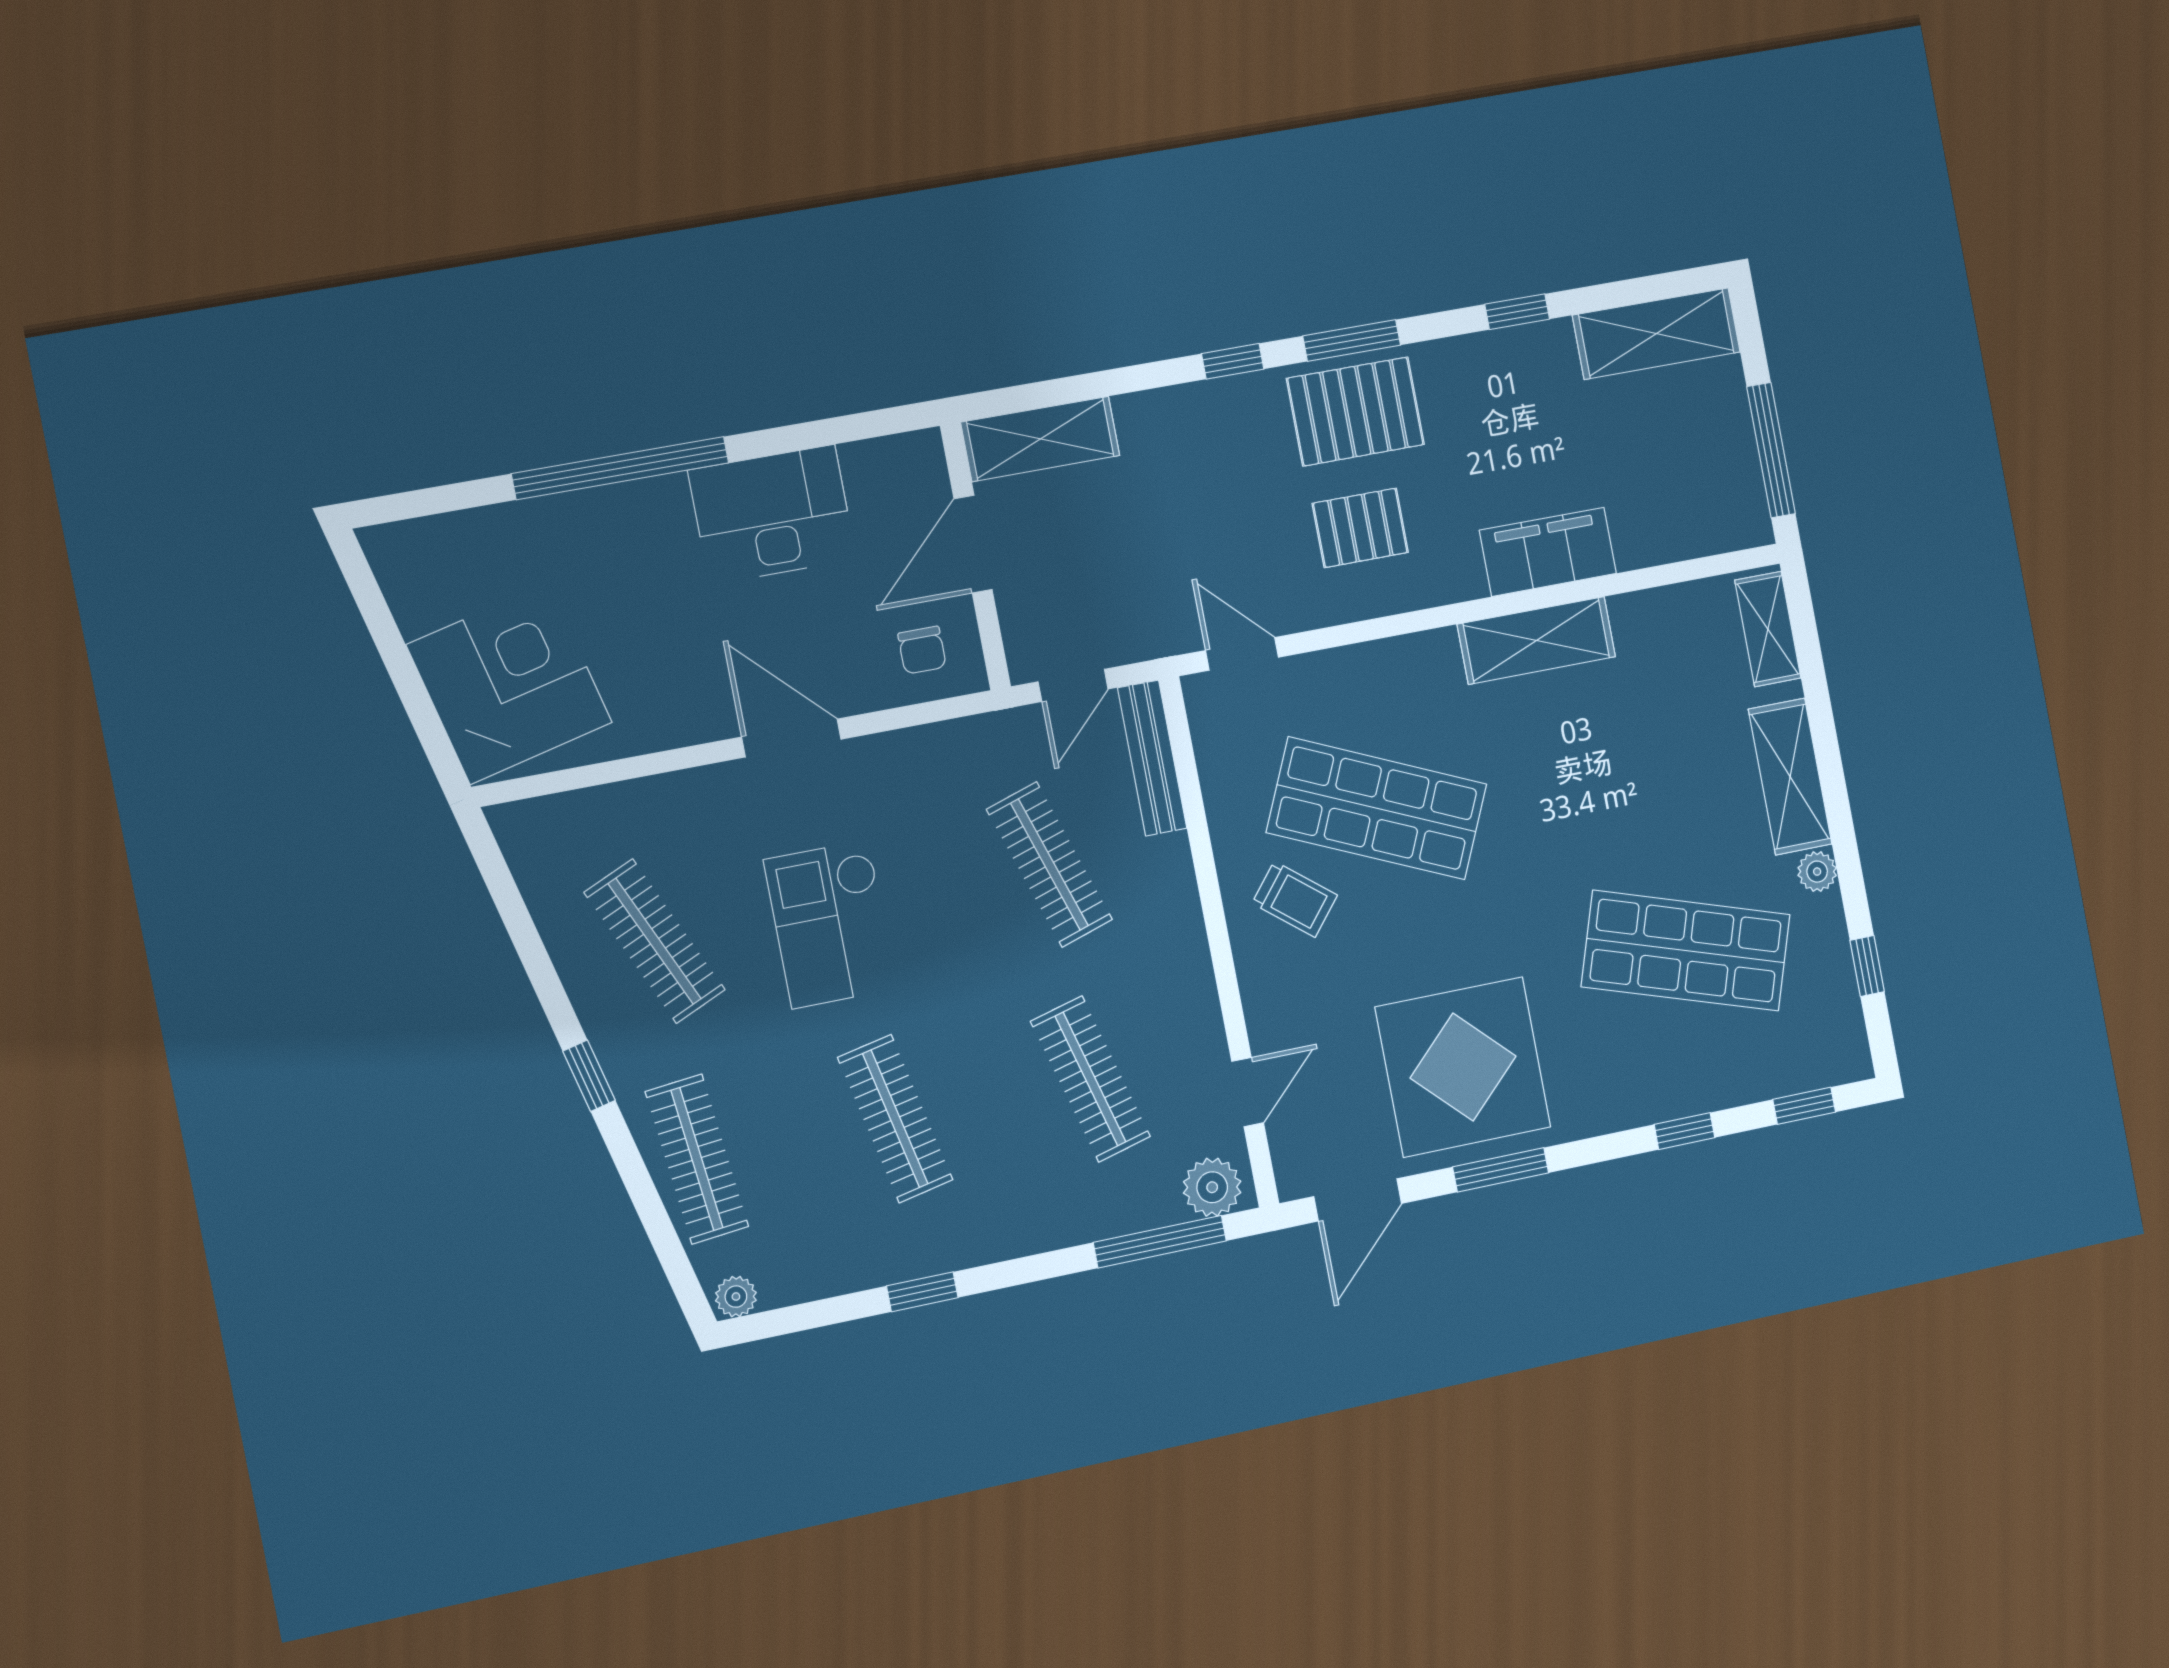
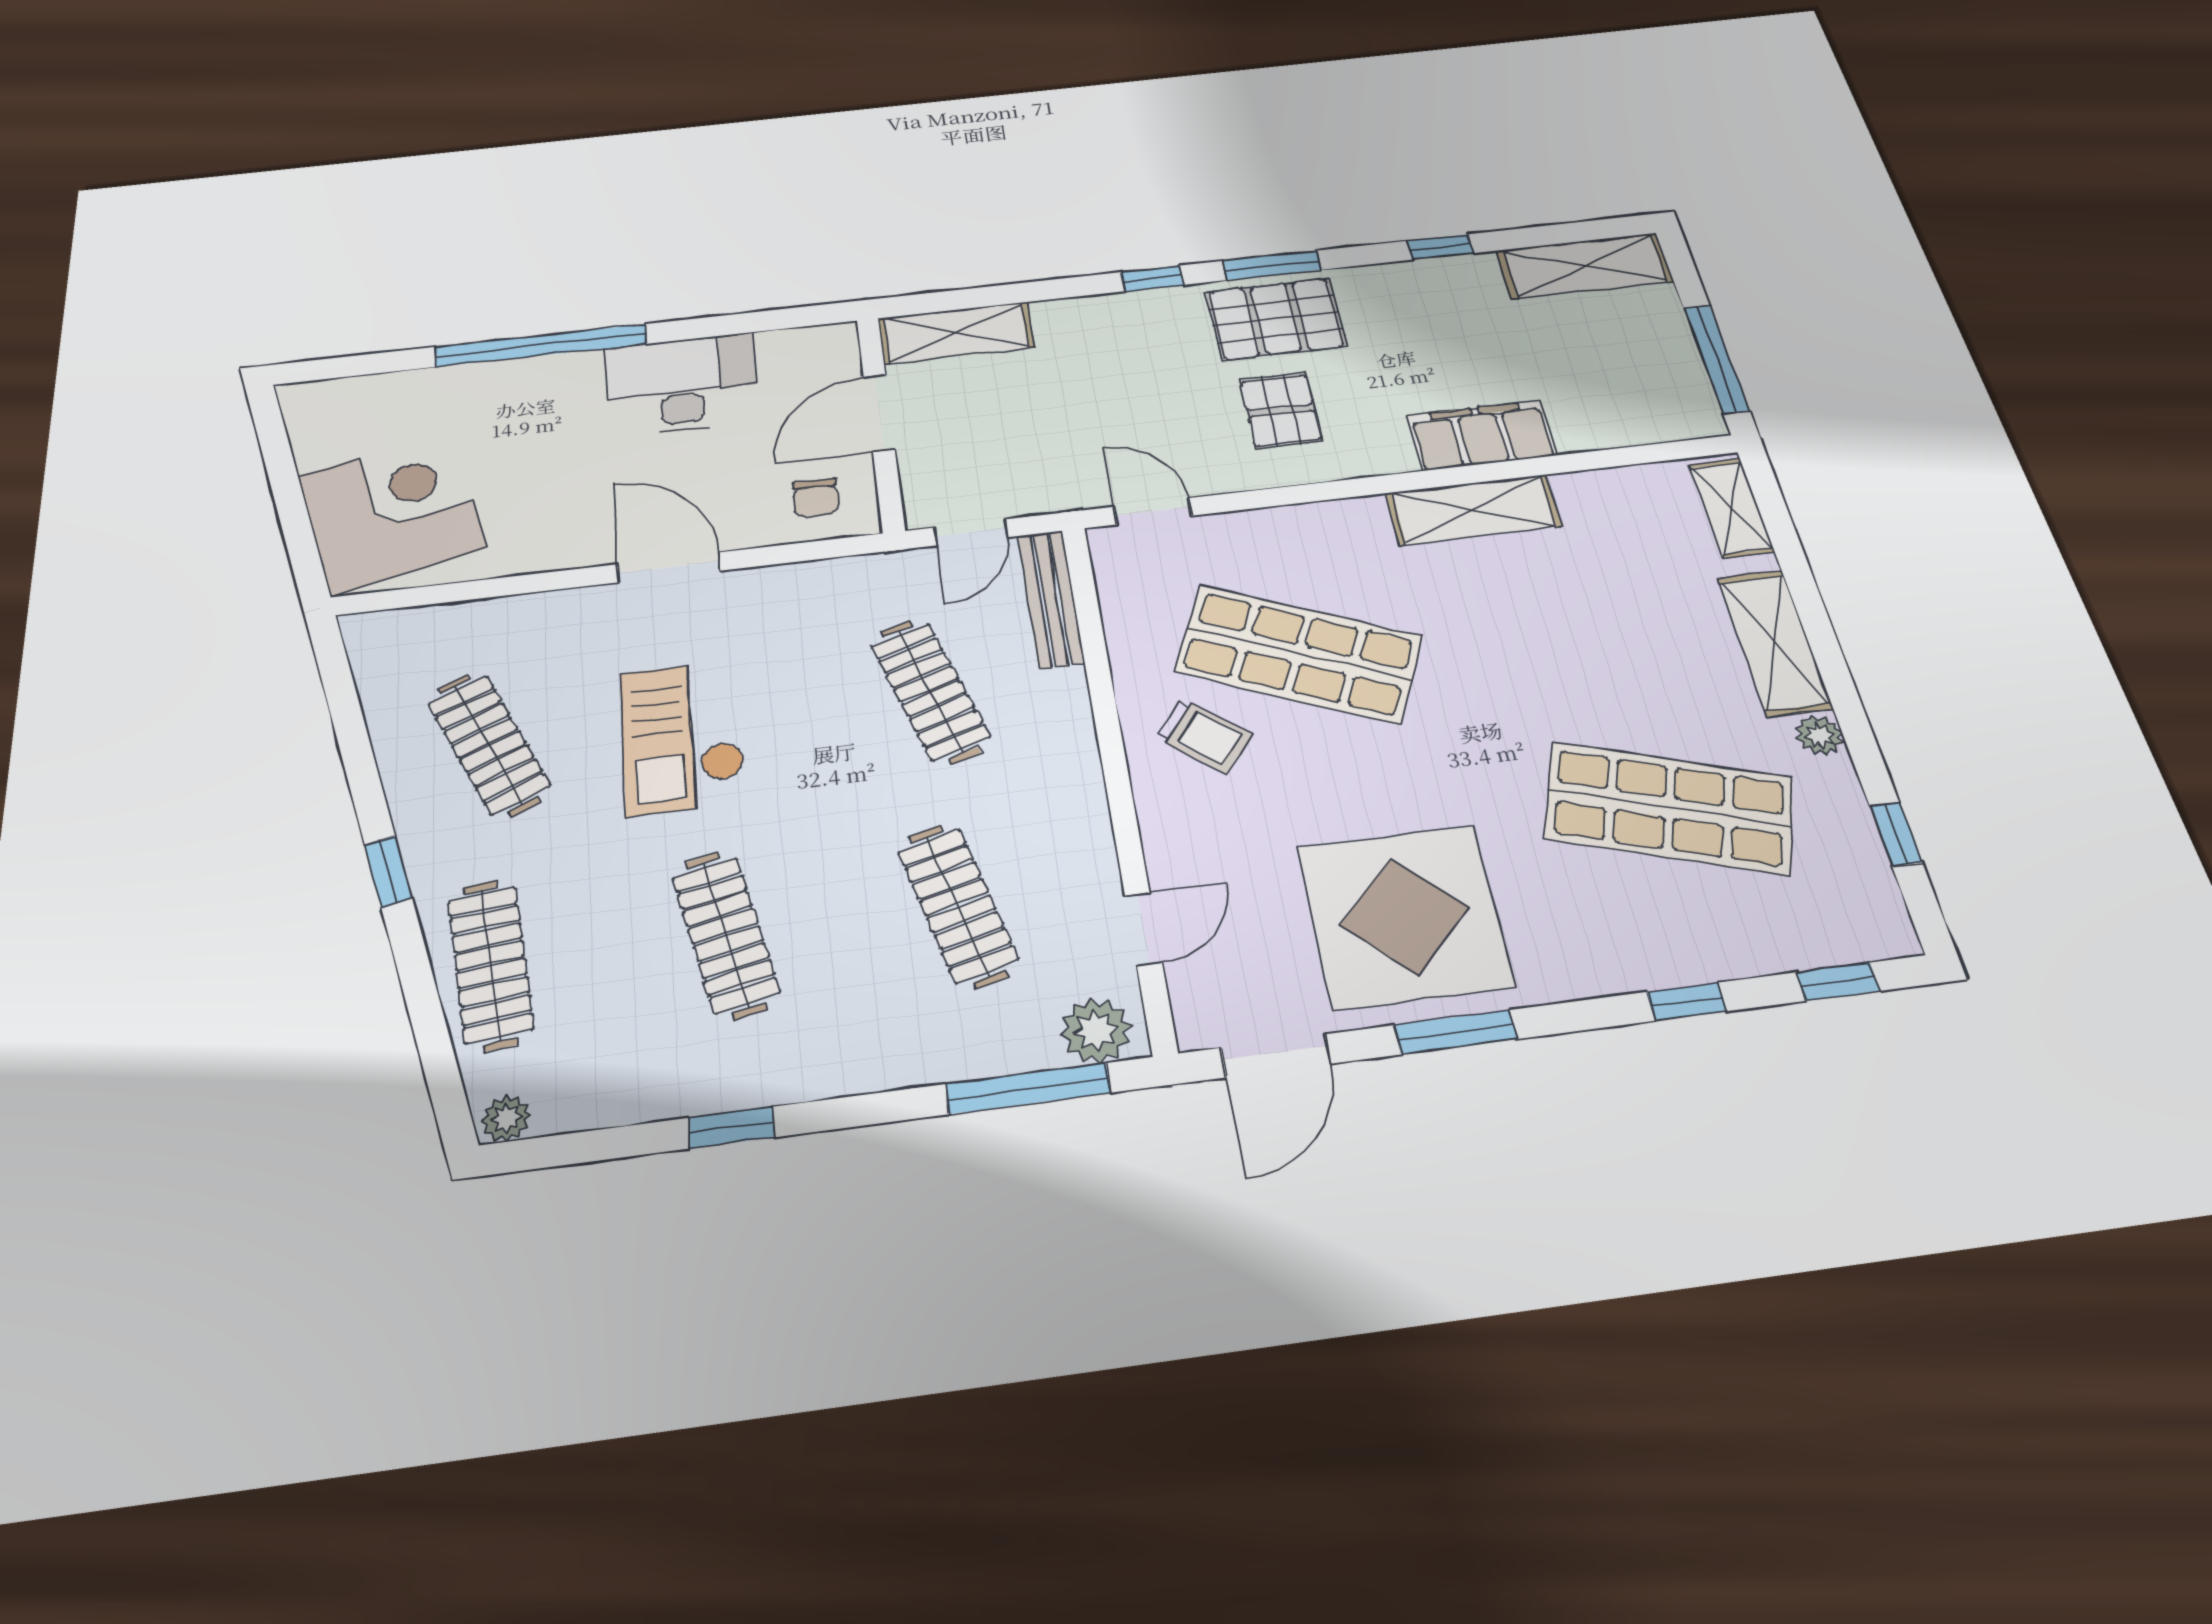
pallet: (1360, 528) -> (1281, 410), turned 90

